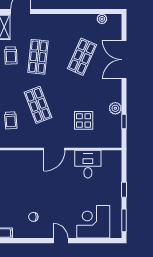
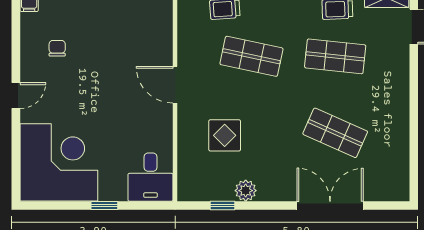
plant: (102, 19) -> (401, 167), removed
shop shelf: (38, 105) -> (251, 56), turned 33
desk: (88, 164) -> (150, 177), moved, turned 90
window: (124, 220) -> (51, 206), removed
corner desk: (93, 222) -> (59, 162), width x1.36, depth x1.36

